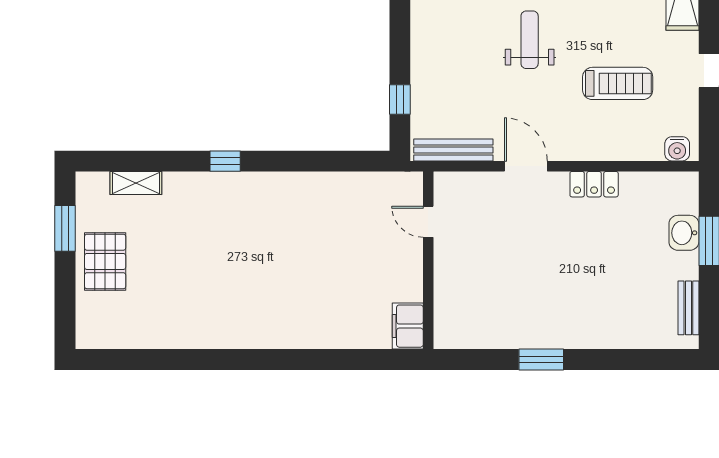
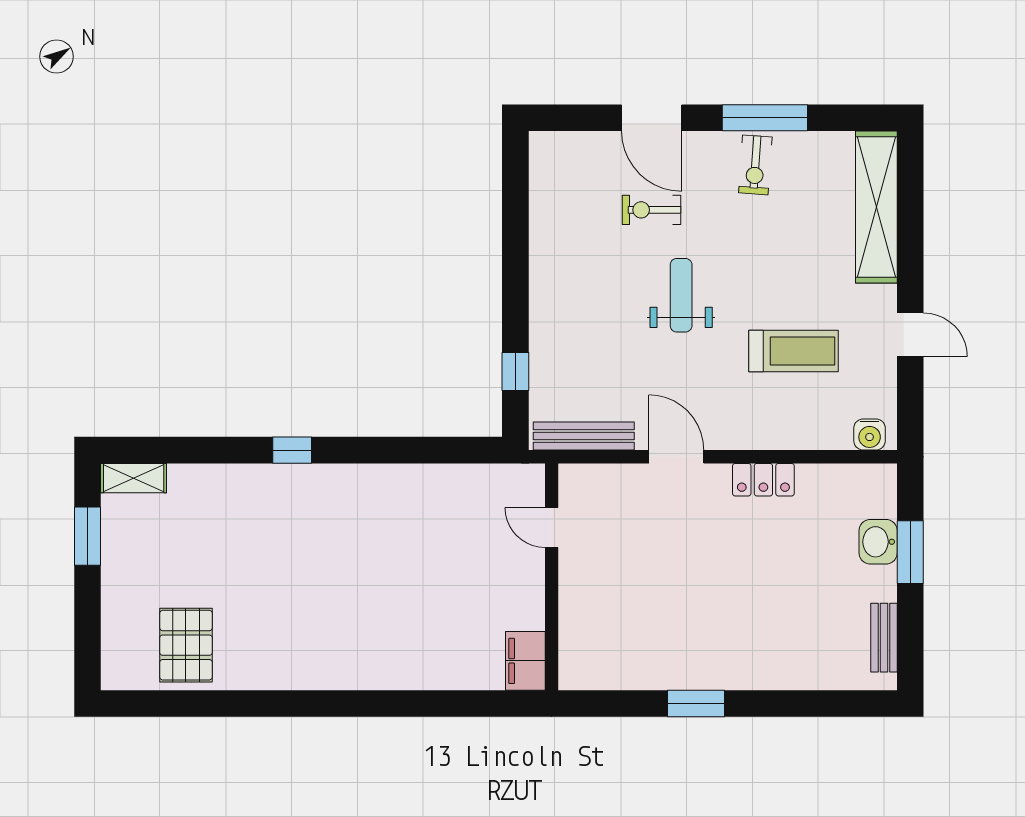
shelving: (136, 183) -> (134, 478), moved
pallet: (105, 261) -> (186, 645), moved

